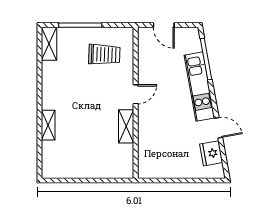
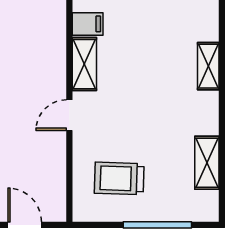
shelving: (49, 44) -> (207, 163), moved
filing cabinet: (124, 152) -> (88, 24), added

